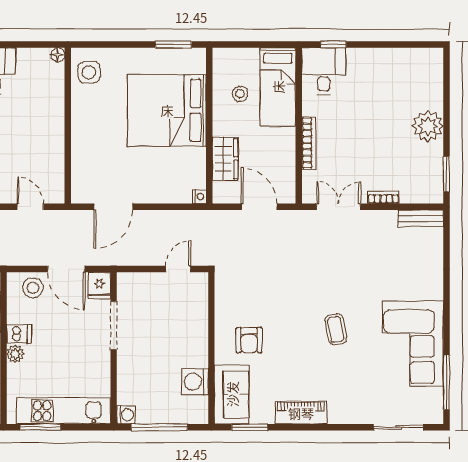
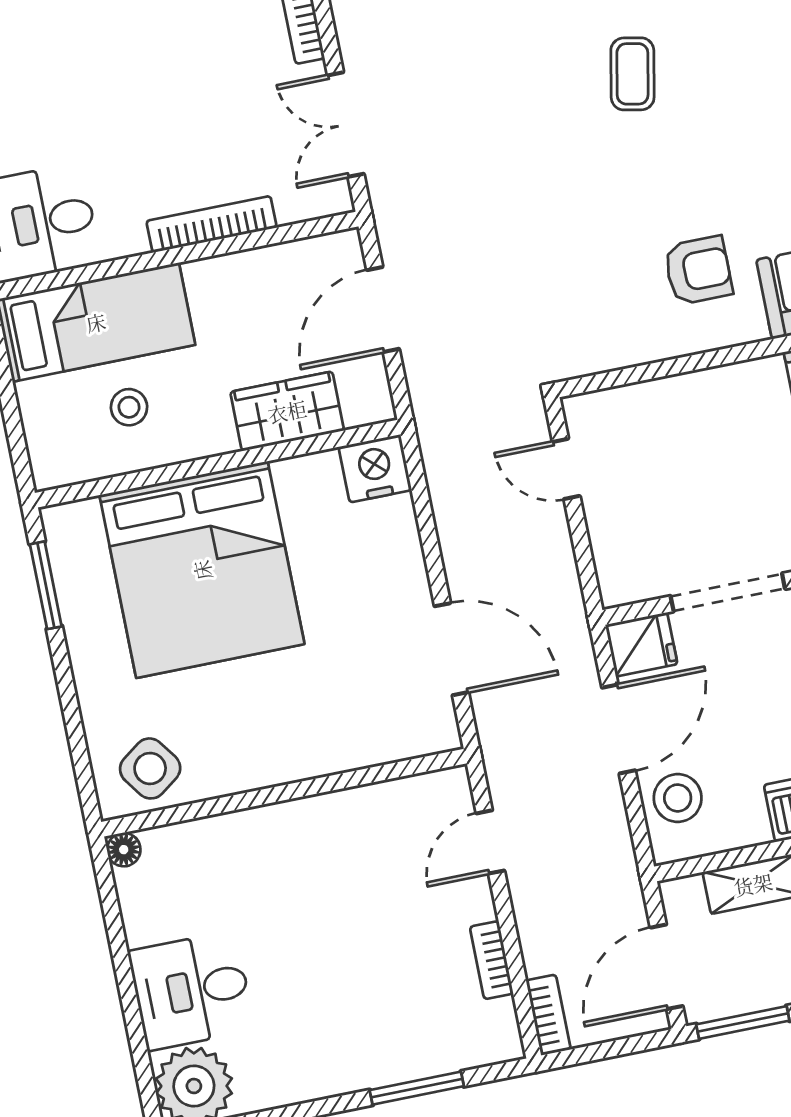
side table: (89, 72) -> (150, 768), turned -36
nightstand: (199, 196) -> (375, 468), width x1.89, depth x1.79
coffee table: (336, 329) -> (632, 74), turned -68

